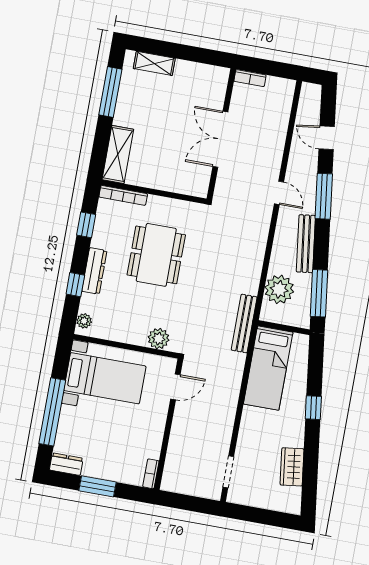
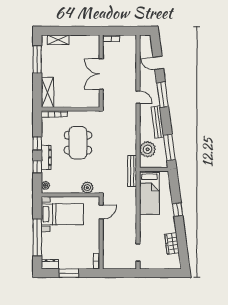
window: (86, 225) -> (37, 143), moved

